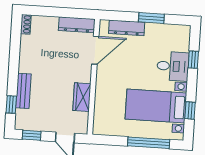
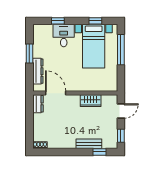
dresser: (77, 25) -> (38, 104), width x0.70

